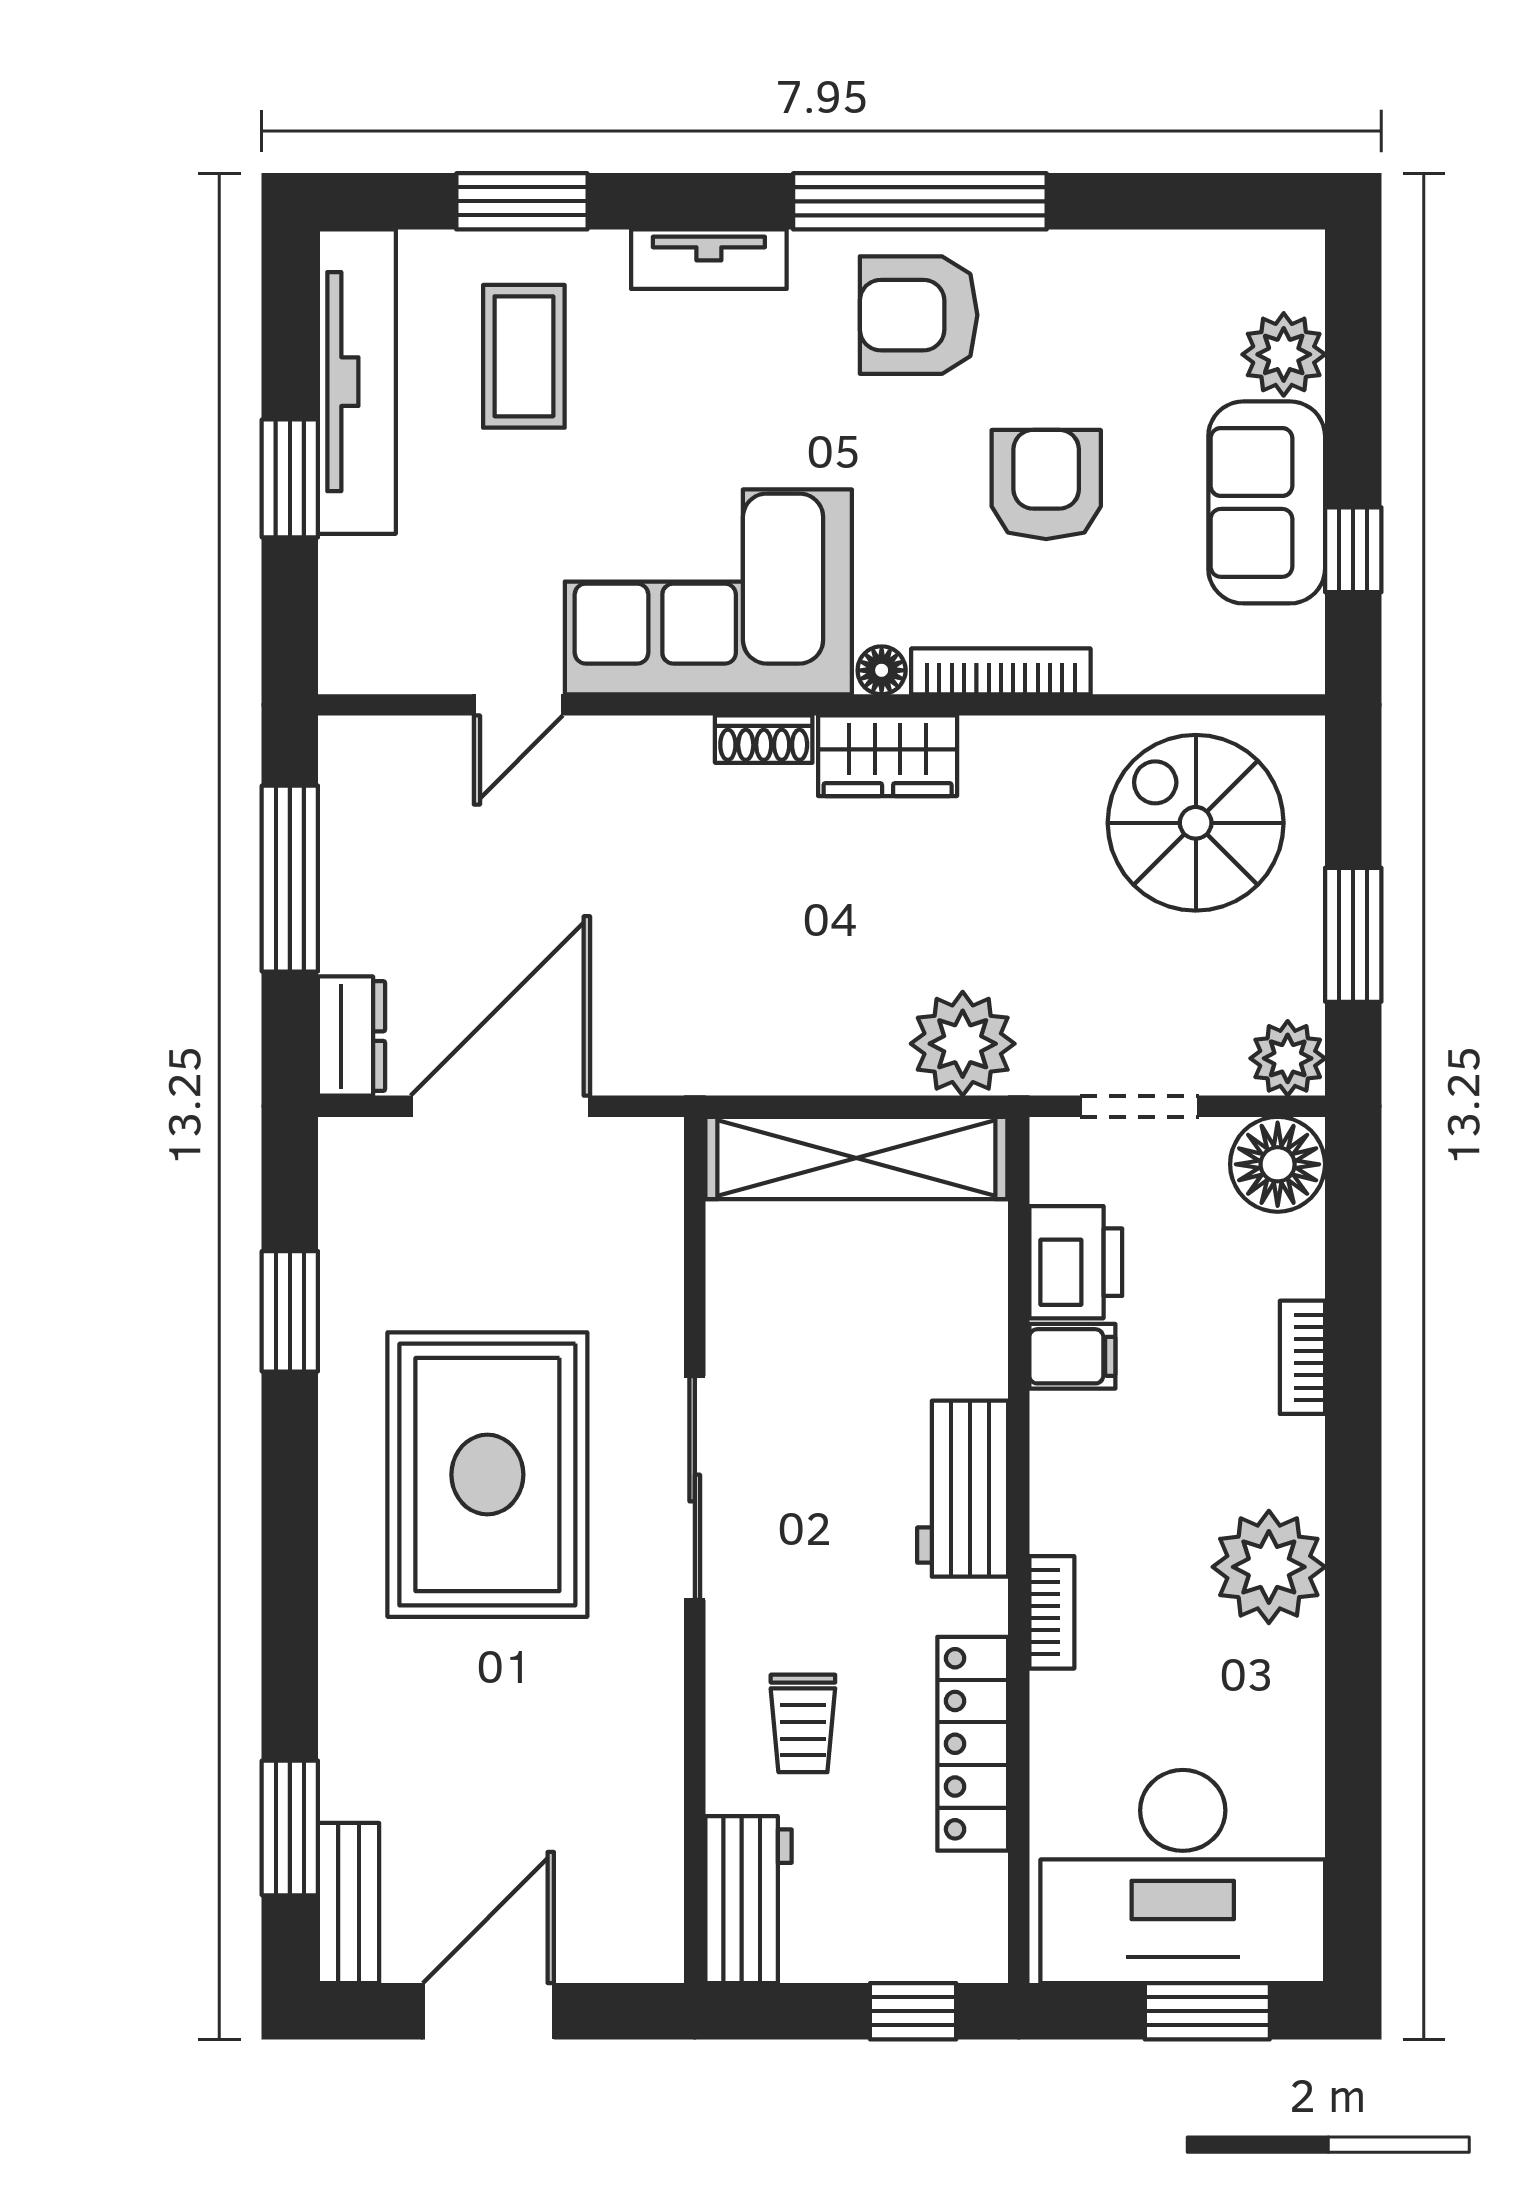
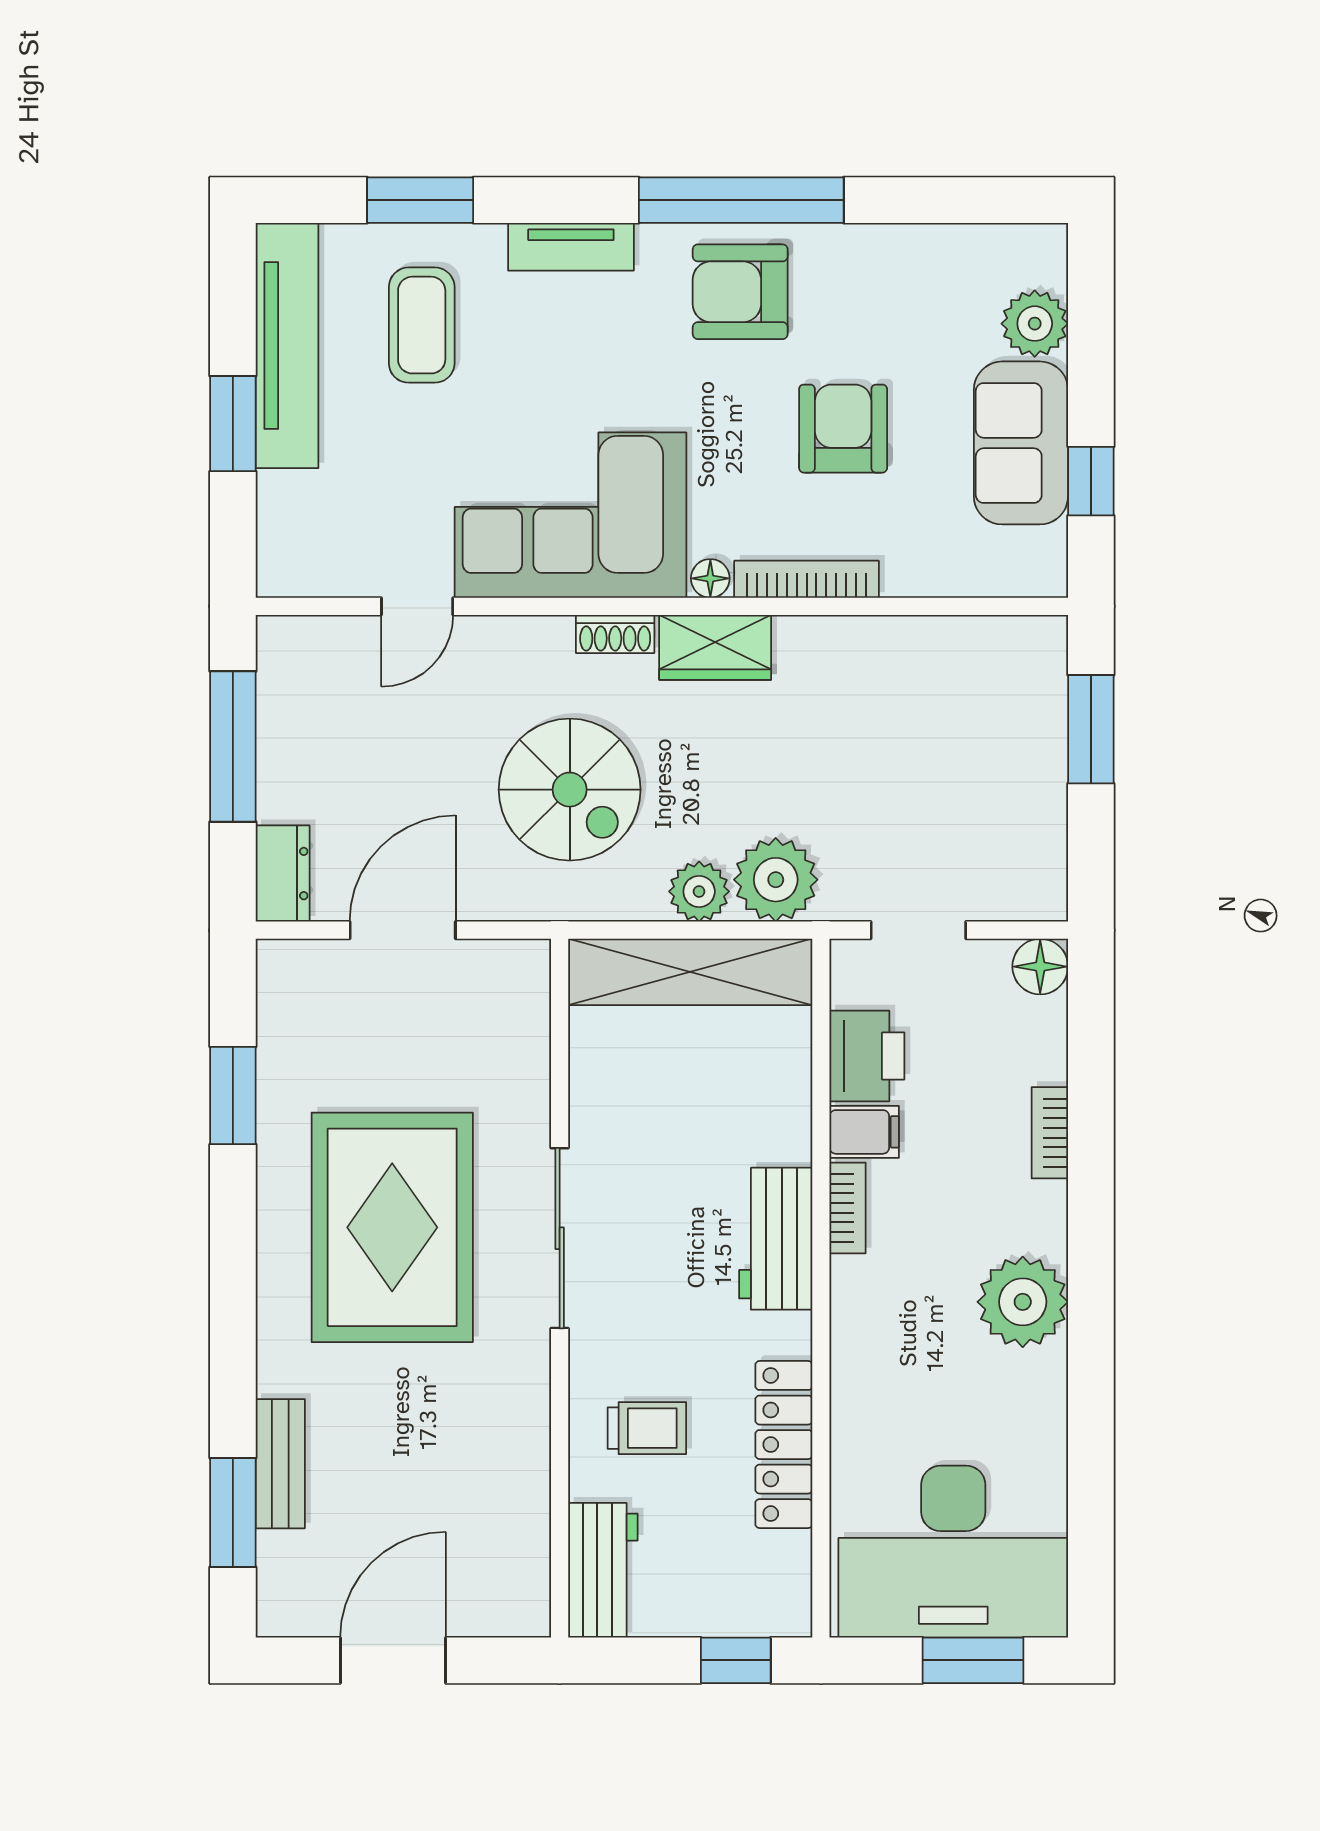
spiral stairs: (1196, 823) -> (570, 790), moved, turned 180
window: (1353, 935) -> (1091, 729), moved
plant: (1288, 1058) -> (699, 891), moved
door: (500, 1106) -> (403, 930), width x0.73
floor lamp: (1278, 1164) -> (1040, 967), width x0.73, depth x0.73
bookcase: (1052, 1612) -> (848, 1208), moved
trolley: (803, 1723) -> (647, 1428), turned -90
bench: (349, 1903) -> (280, 1464), moved

